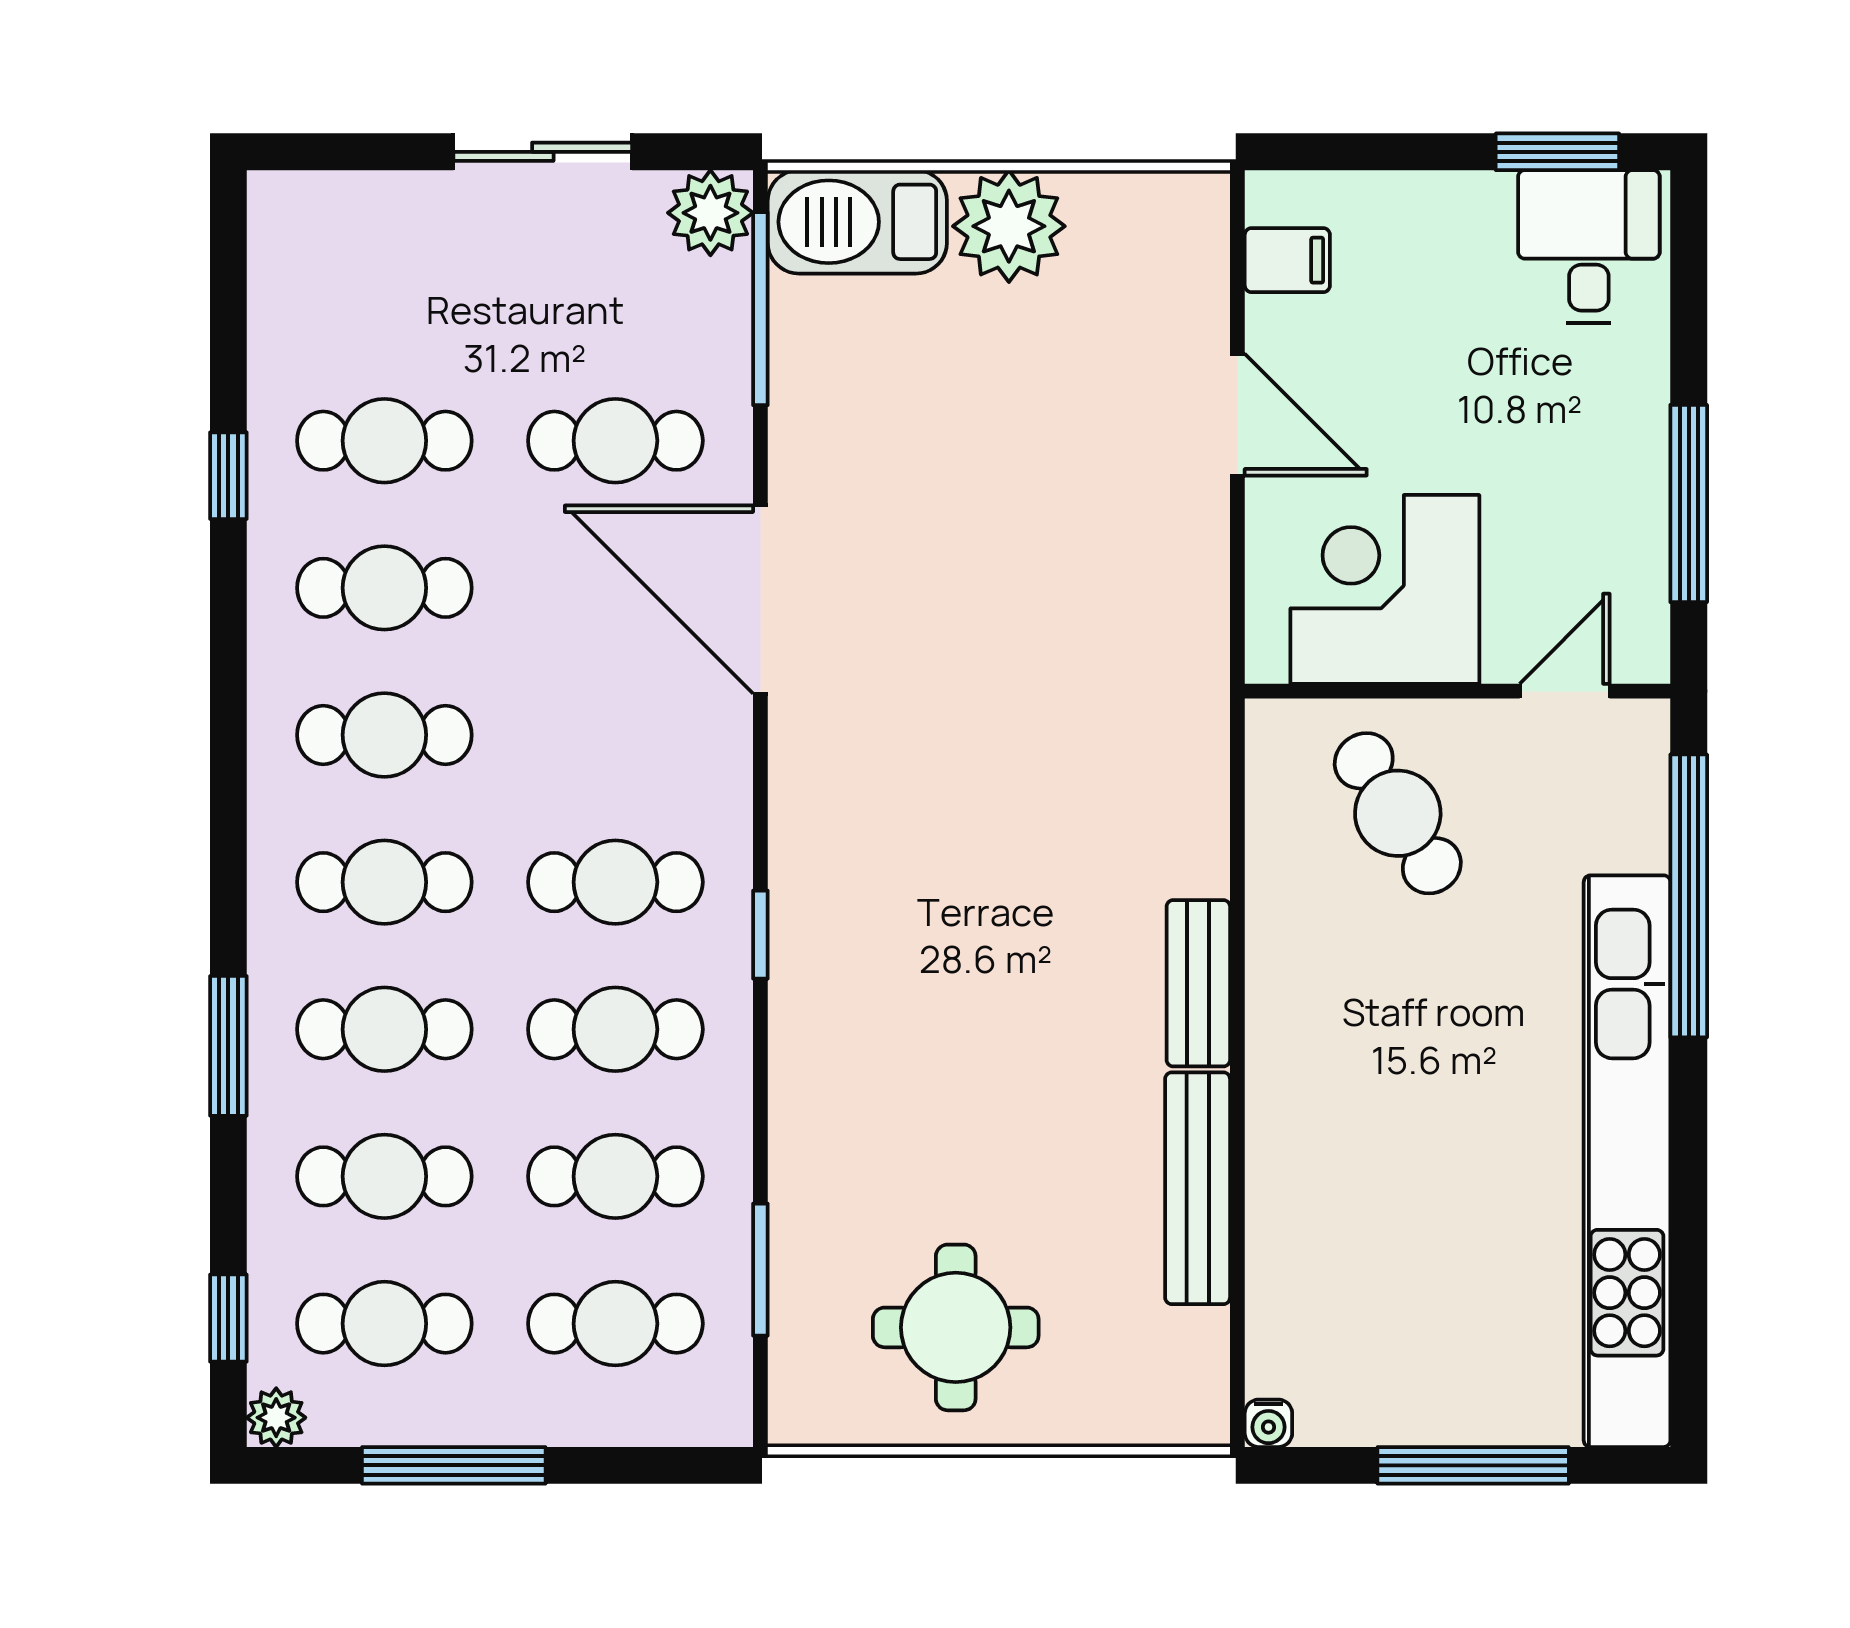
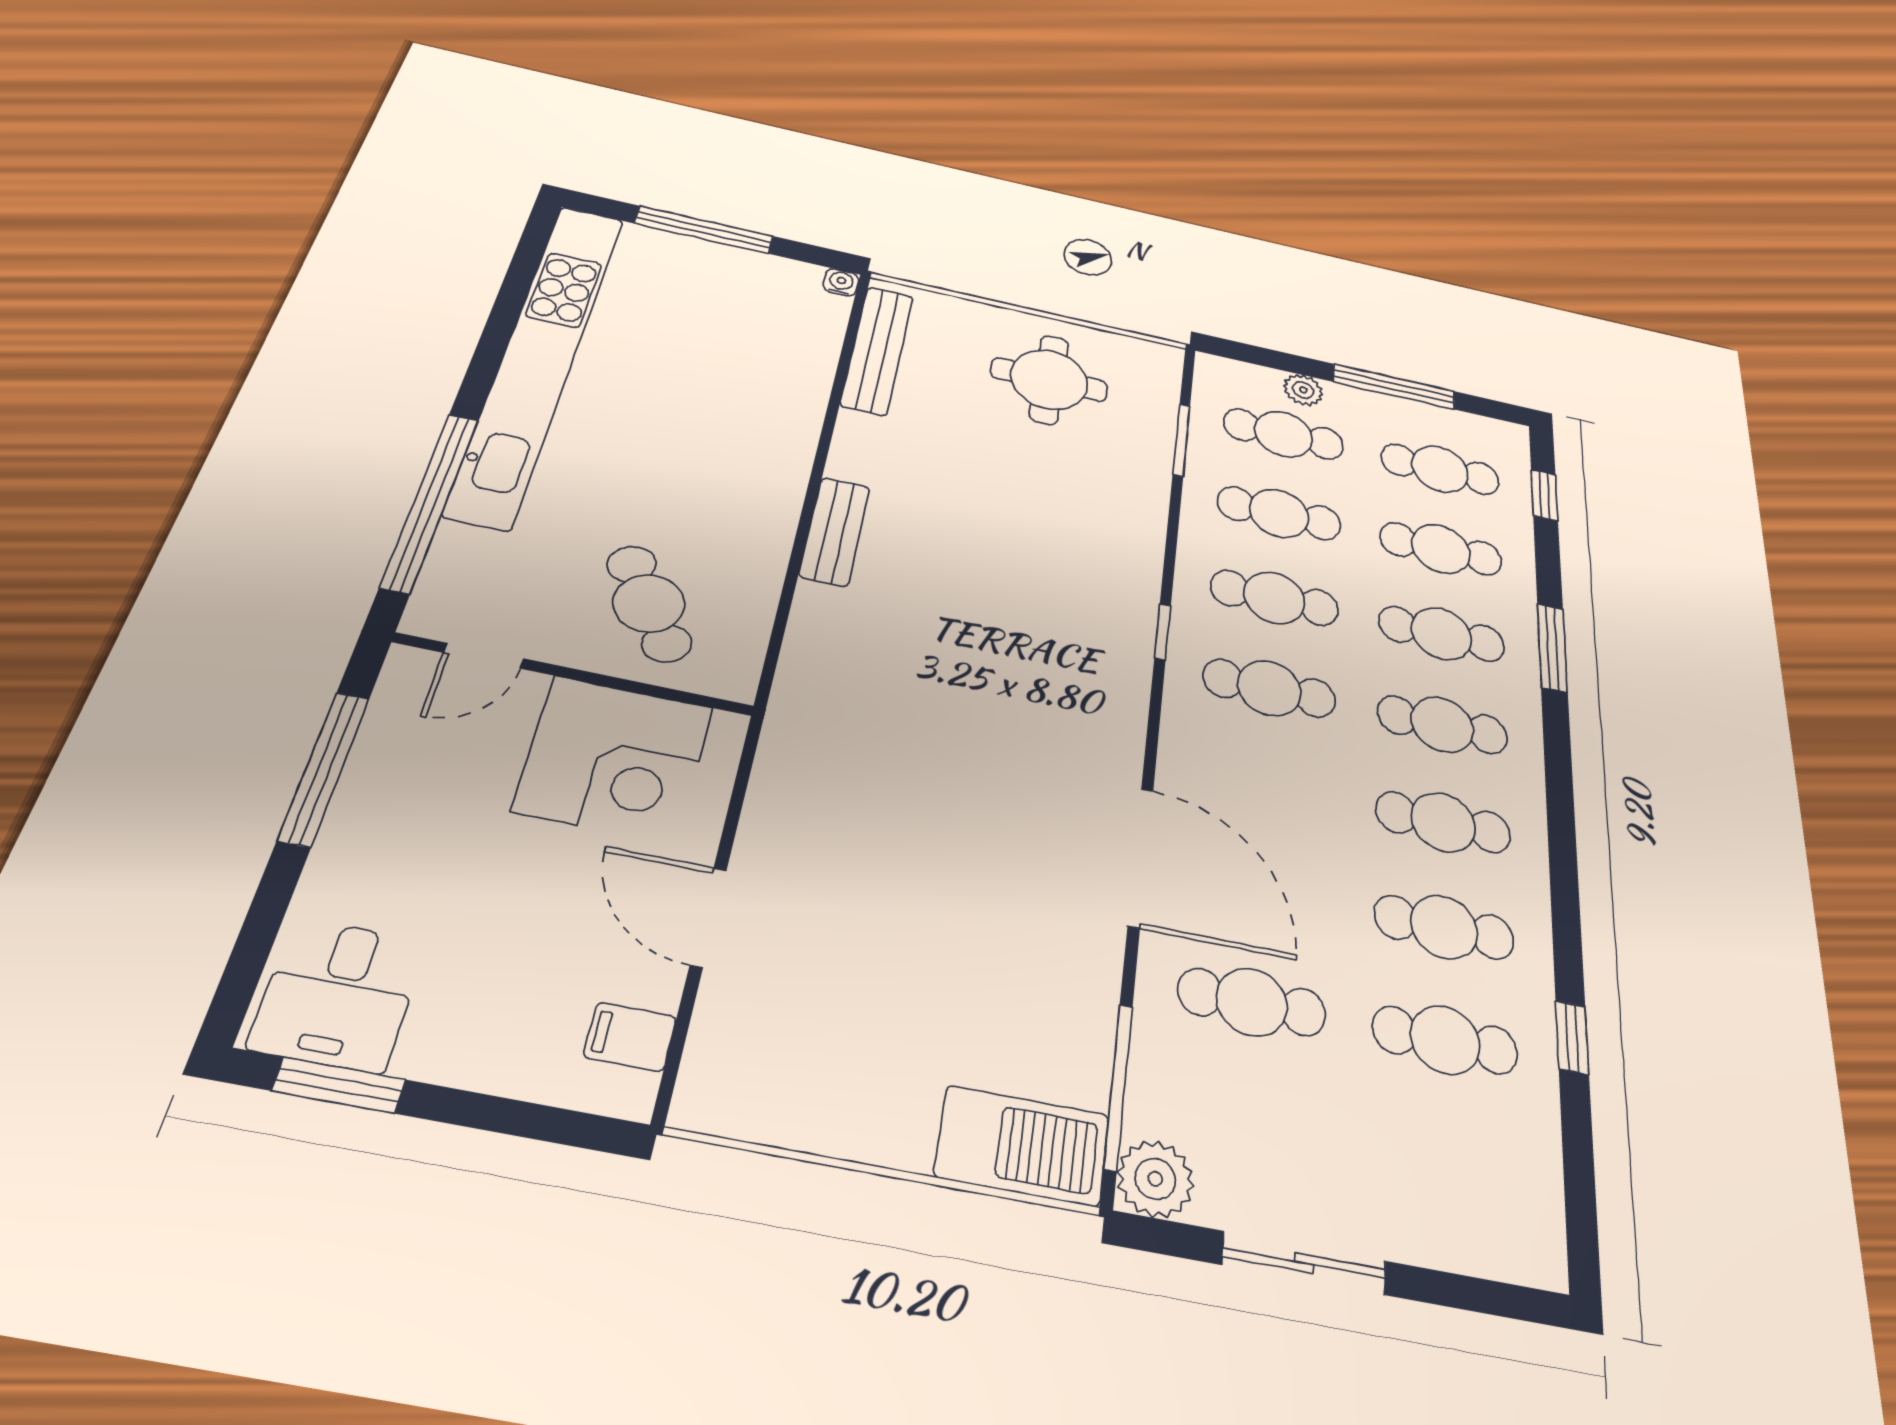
plant: (1009, 226) -> (883, 1116), removed
bench: (1198, 1188) -> (877, 350), moved
plant: (276, 1418) -> (1303, 390), moved

